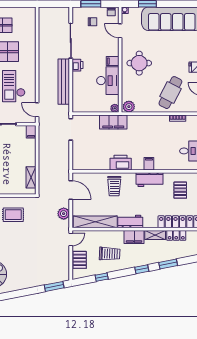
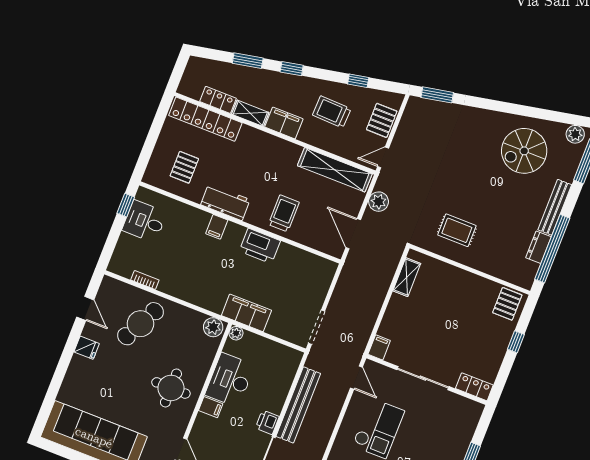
workbench: (130, 221) -> (280, 149), removed

